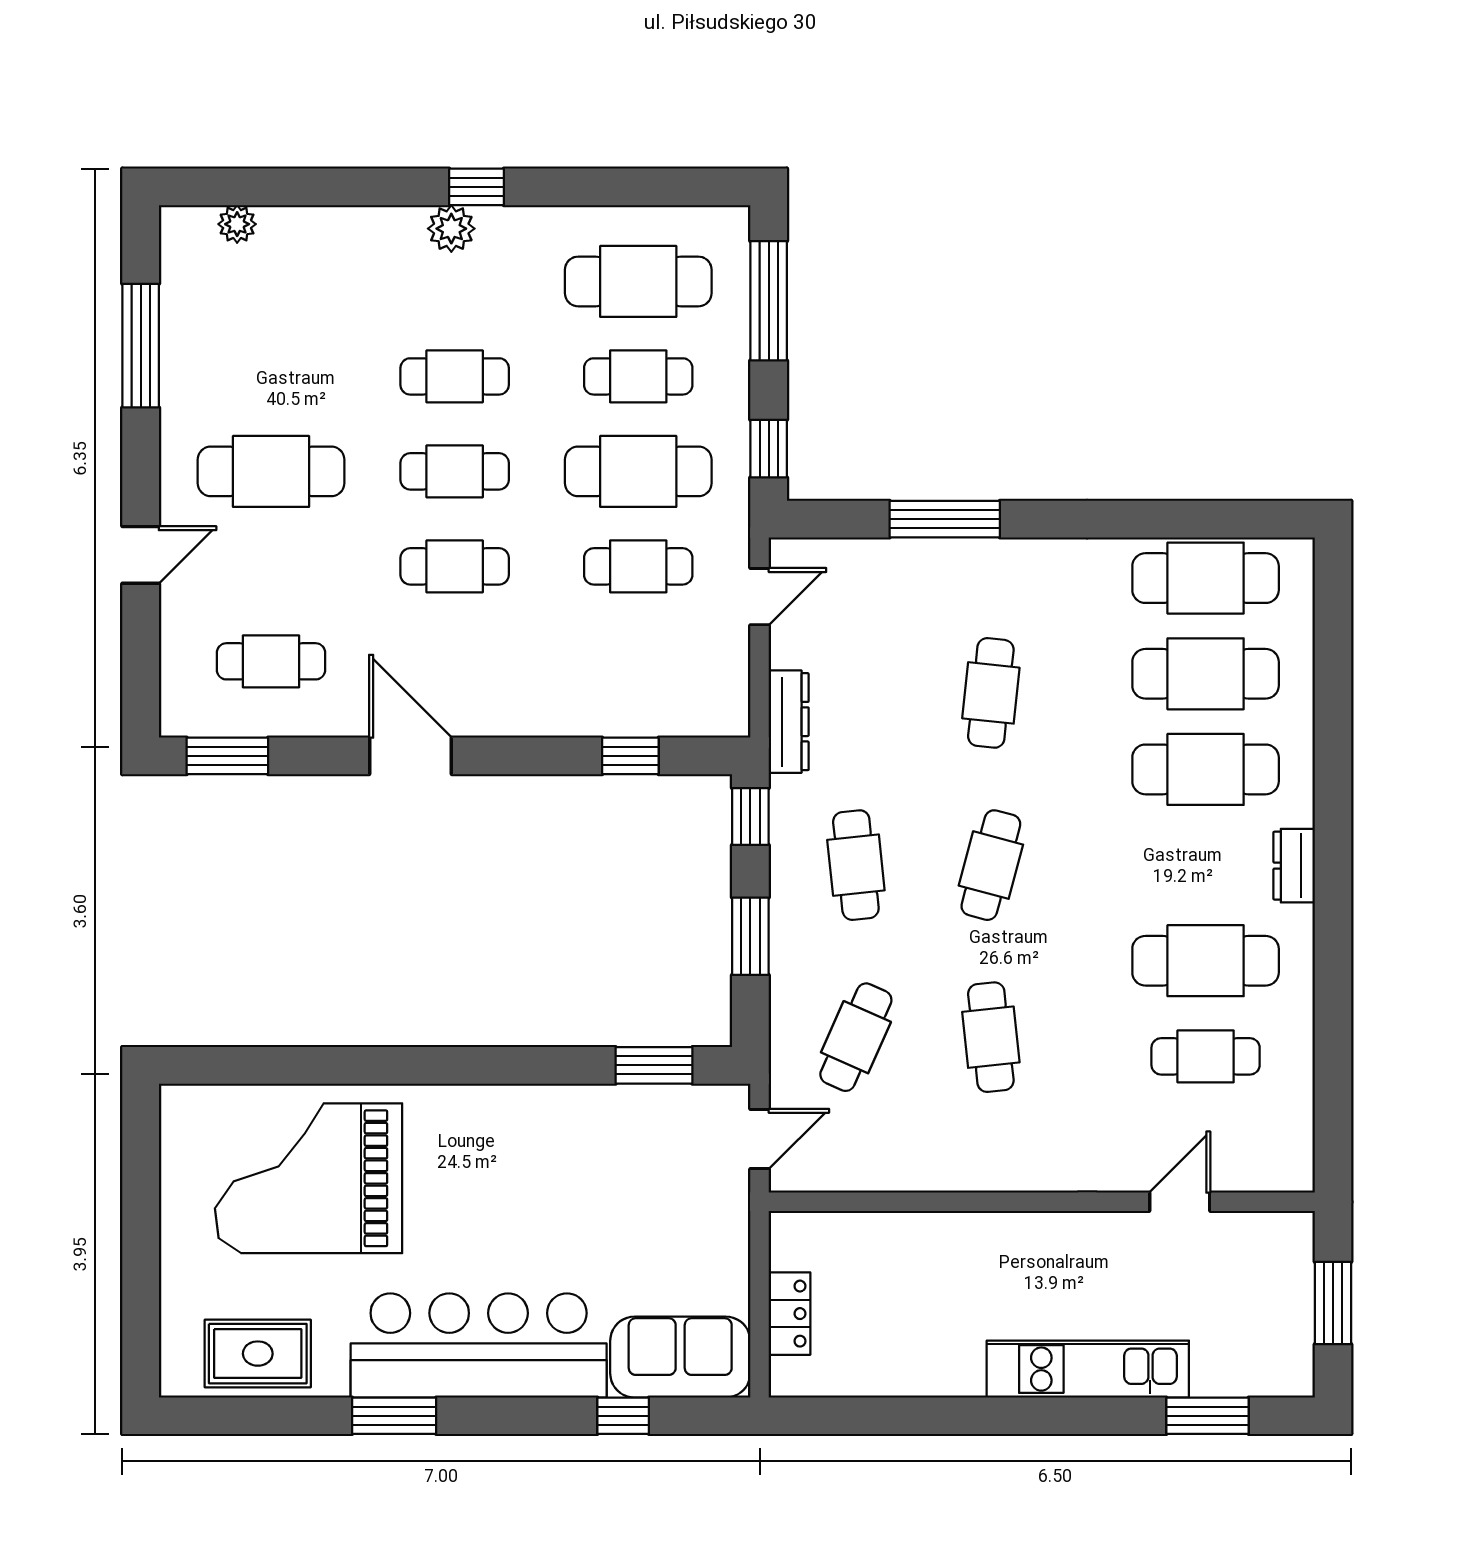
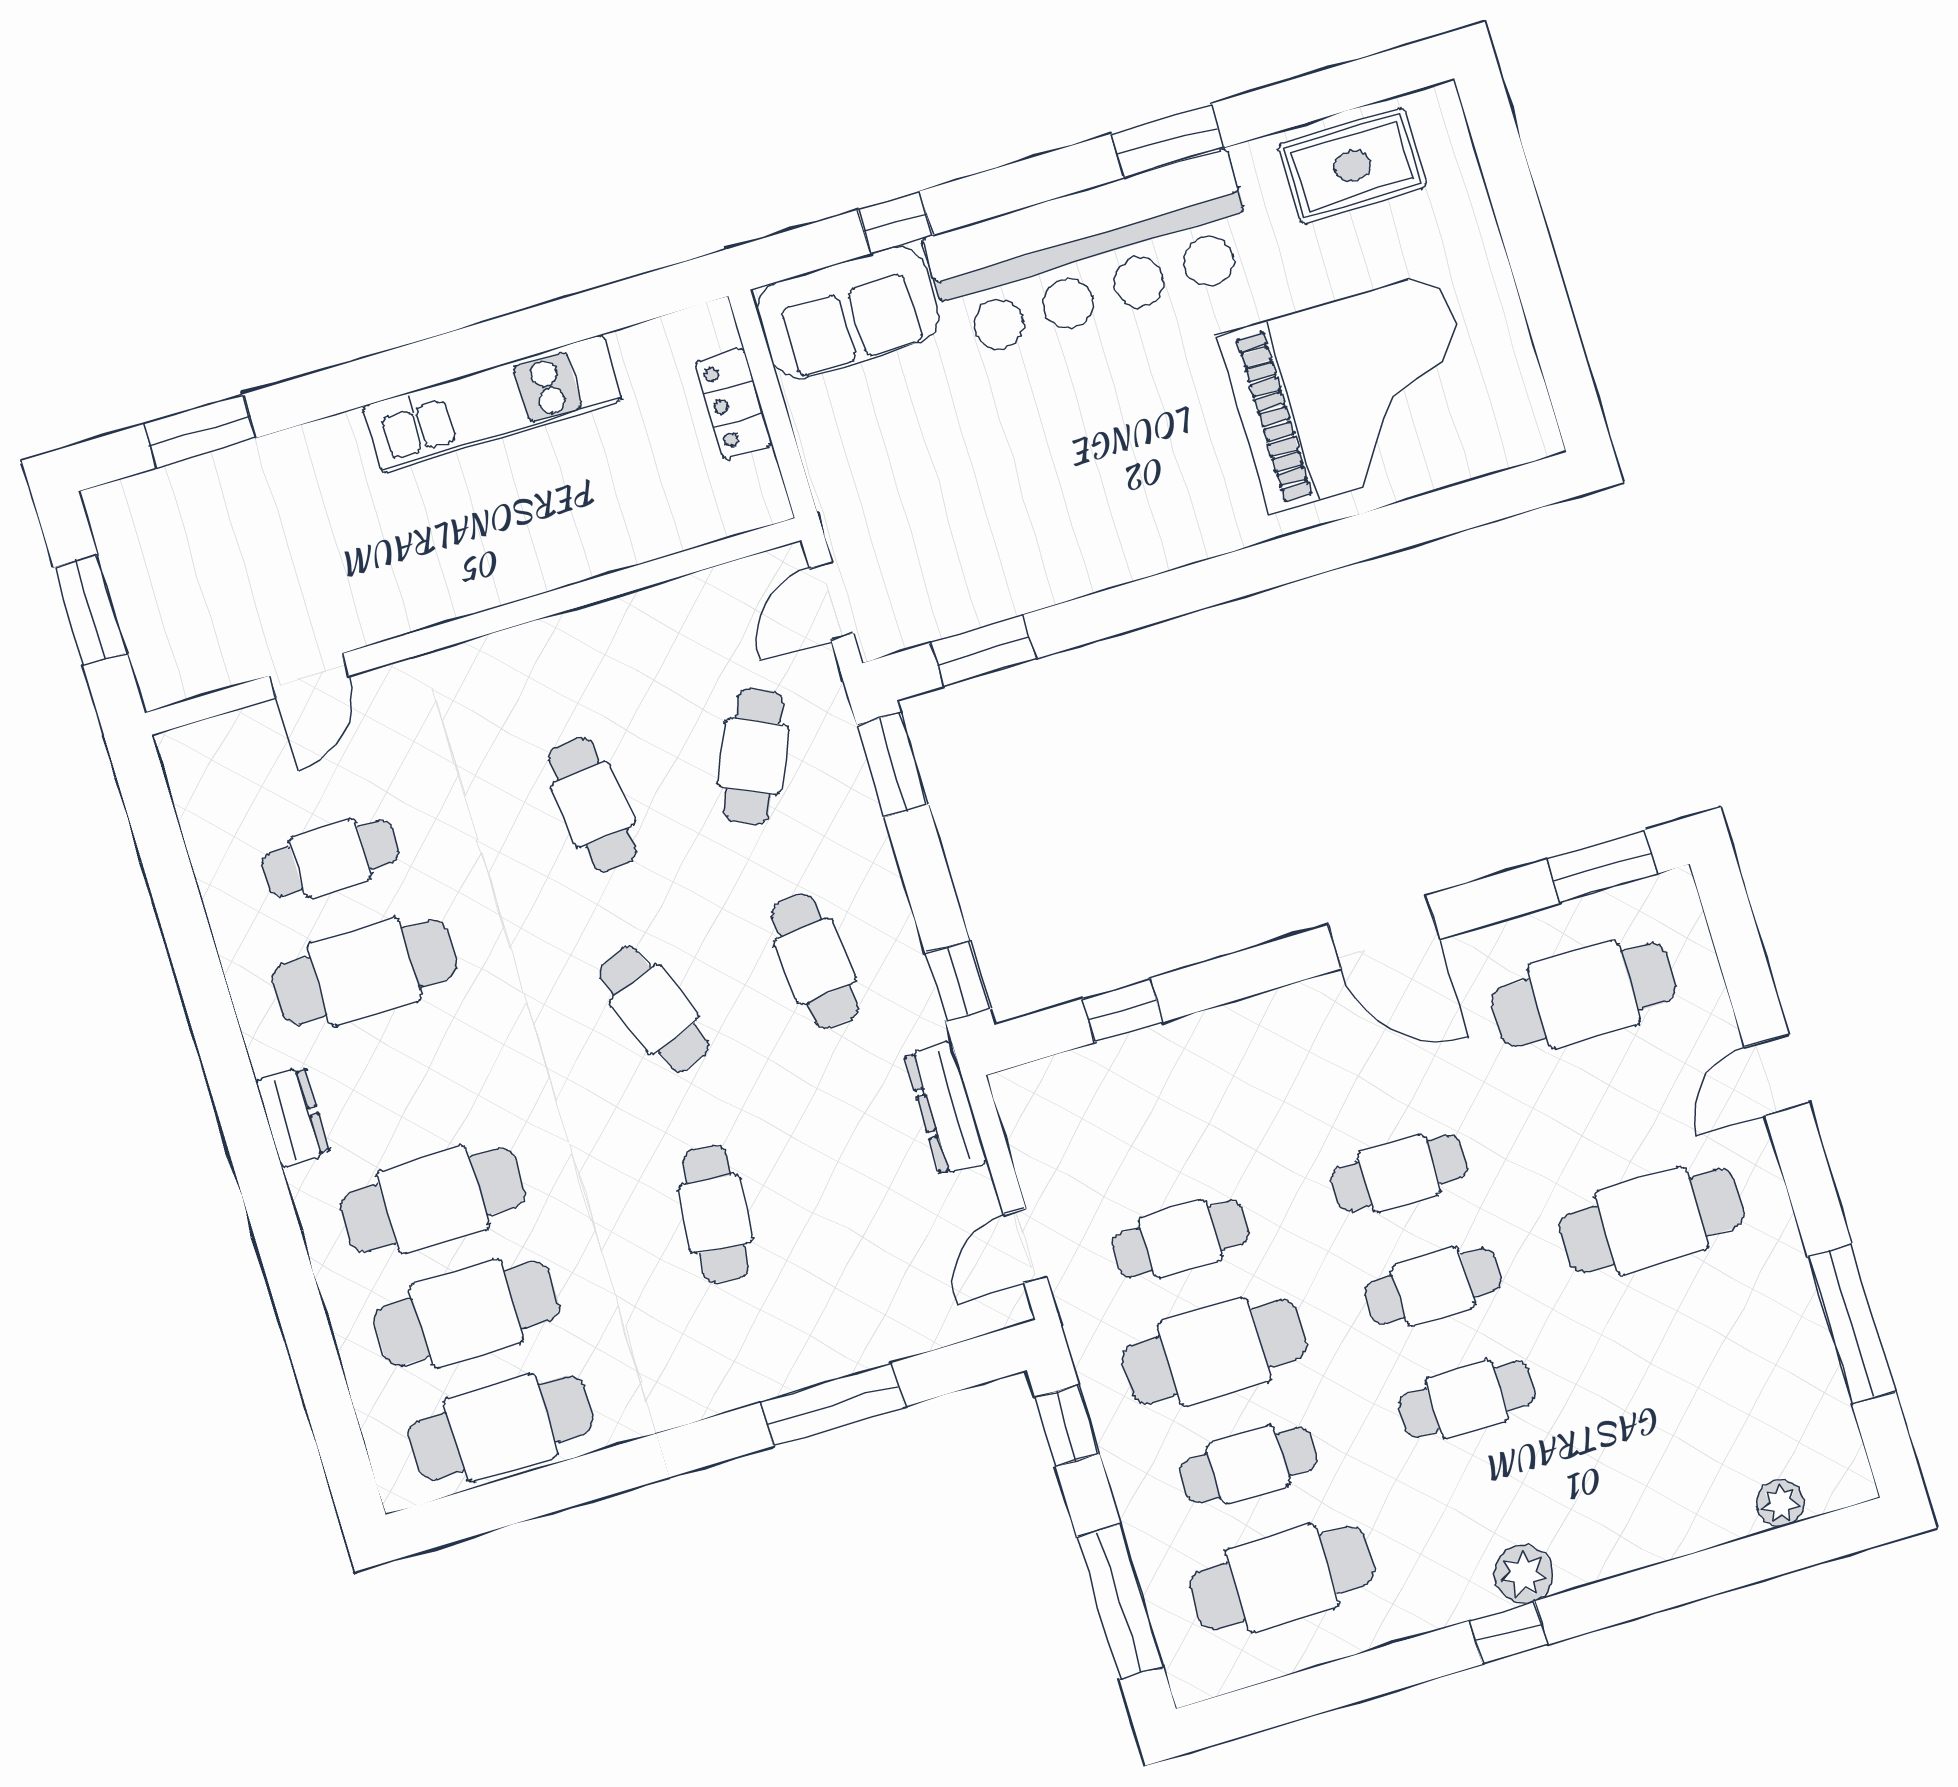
cafe table: (271, 661) -> (1584, 995), width x1.37, depth x1.35
cafe table: (991, 865) -> (654, 1009), turned -36
window: (750, 936) -> (893, 765), moved
kitchen unit: (1088, 1369) -> (492, 404), moved

